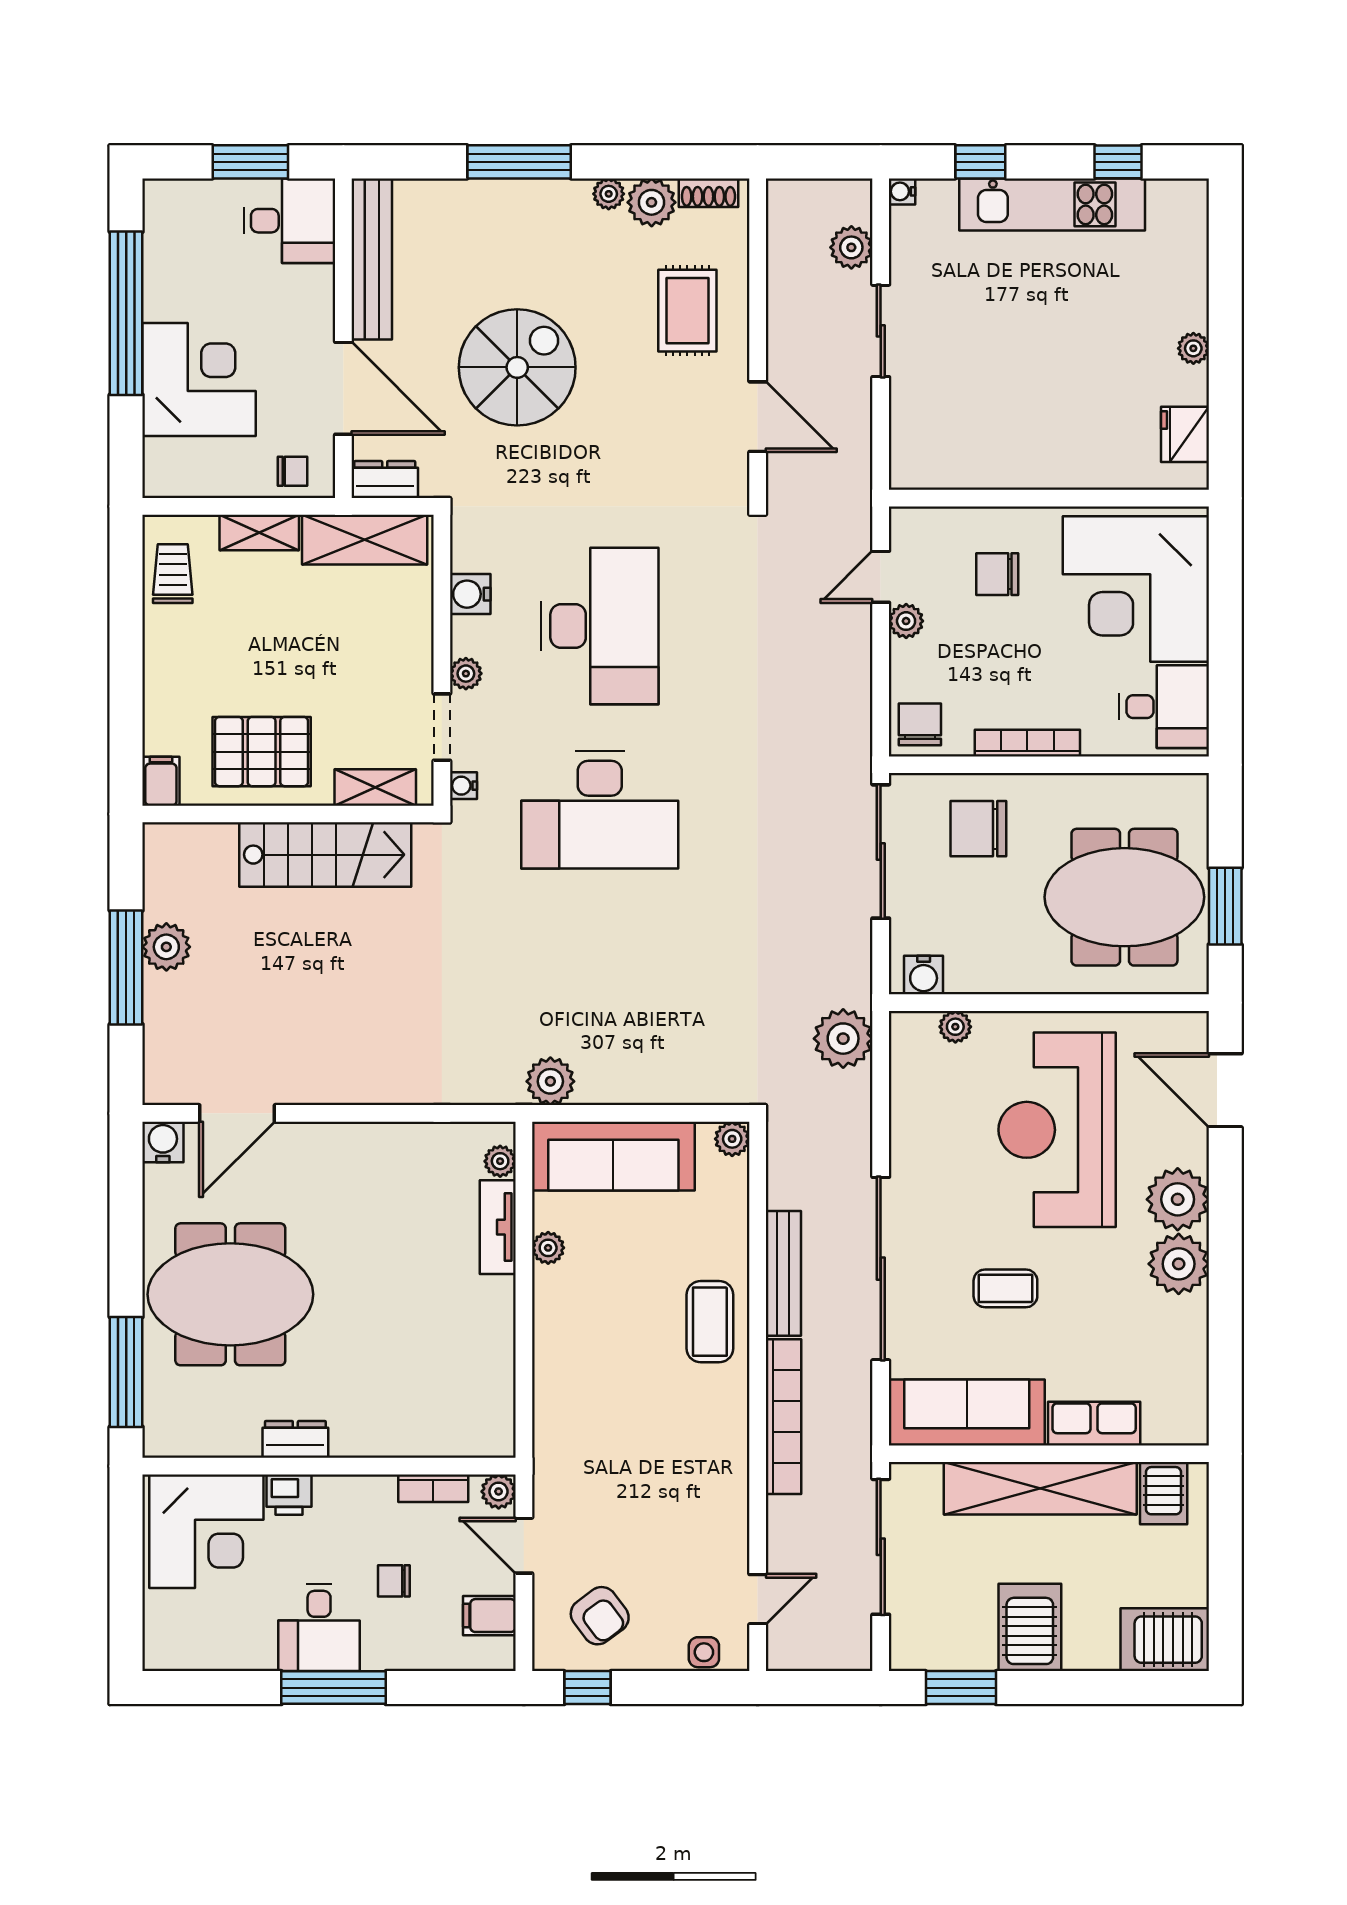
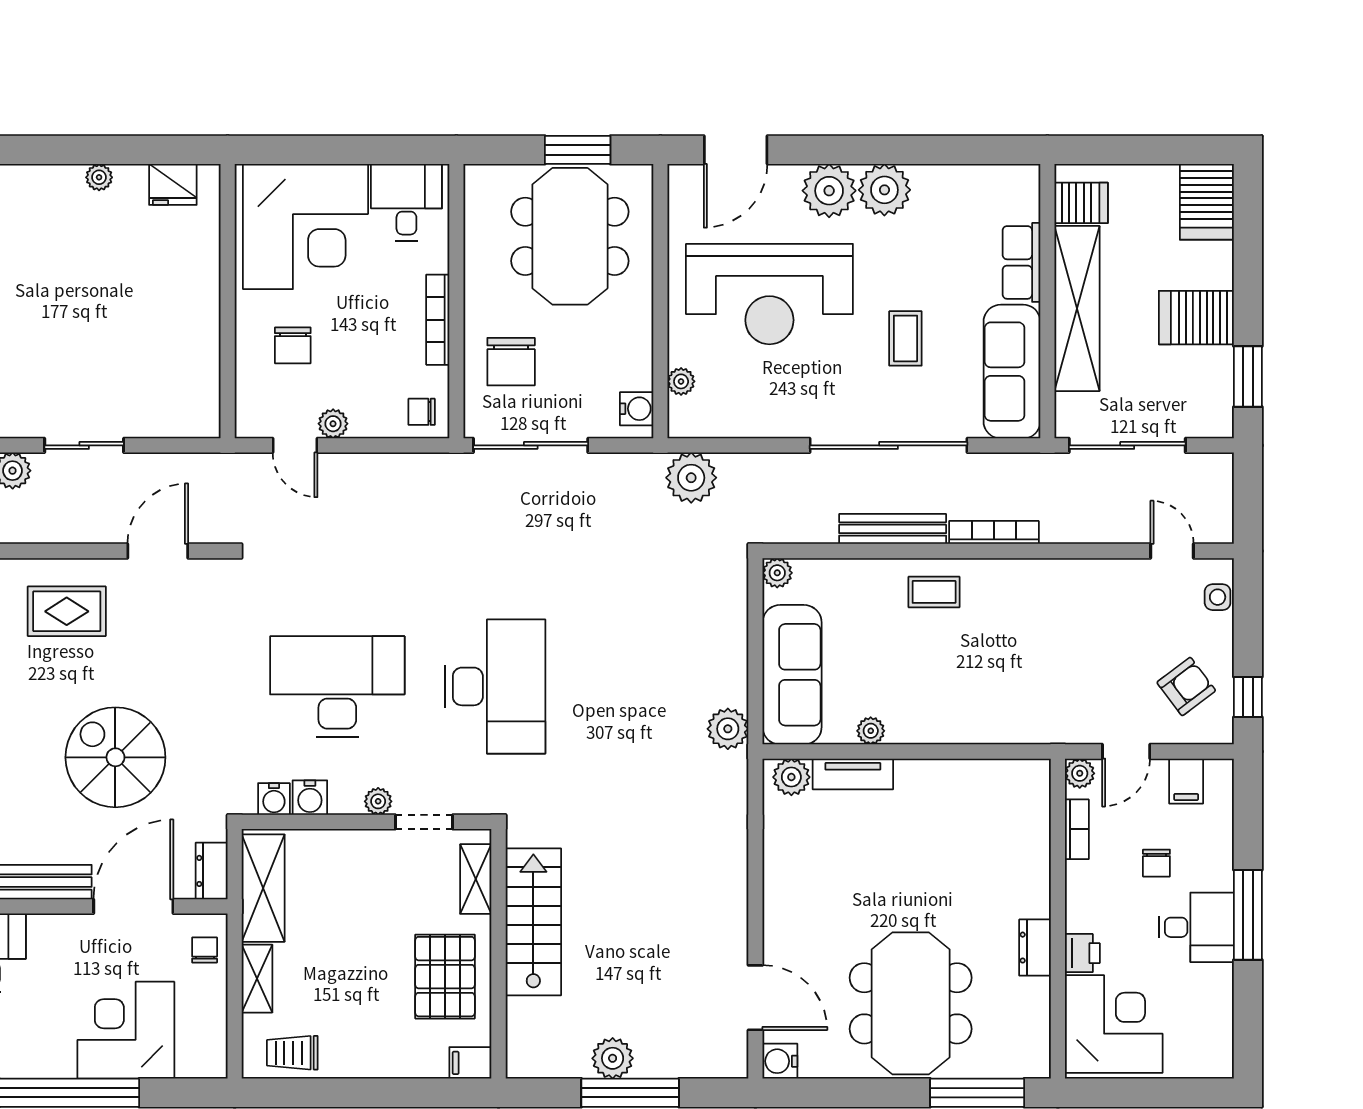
chair: (920, 724) -> (422, 412), width x0.73, depth x0.73
water cooler: (463, 786) -> (274, 799), moved, width x1.38, depth x1.38
plant: (500, 1161) -> (791, 777), width x1.38, depth x1.38
coffee table: (710, 1322) -> (934, 592), width x0.73, depth x0.77
bookcase: (783, 1417) -> (994, 532), width x0.68, depth x0.76

